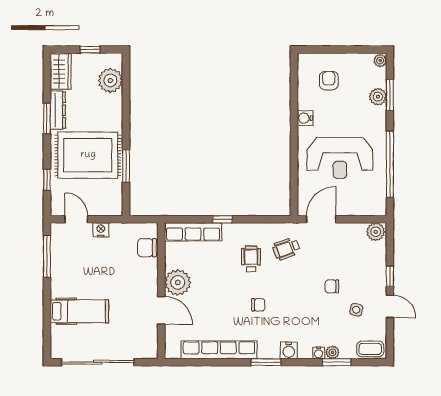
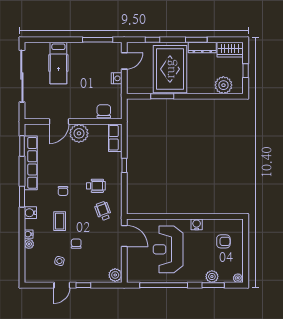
row of seats: (193, 232) -> (115, 138), width x0.68
coffee table: (370, 349) -> (60, 221), moved
window: (337, 362) -> (22, 146), moved

